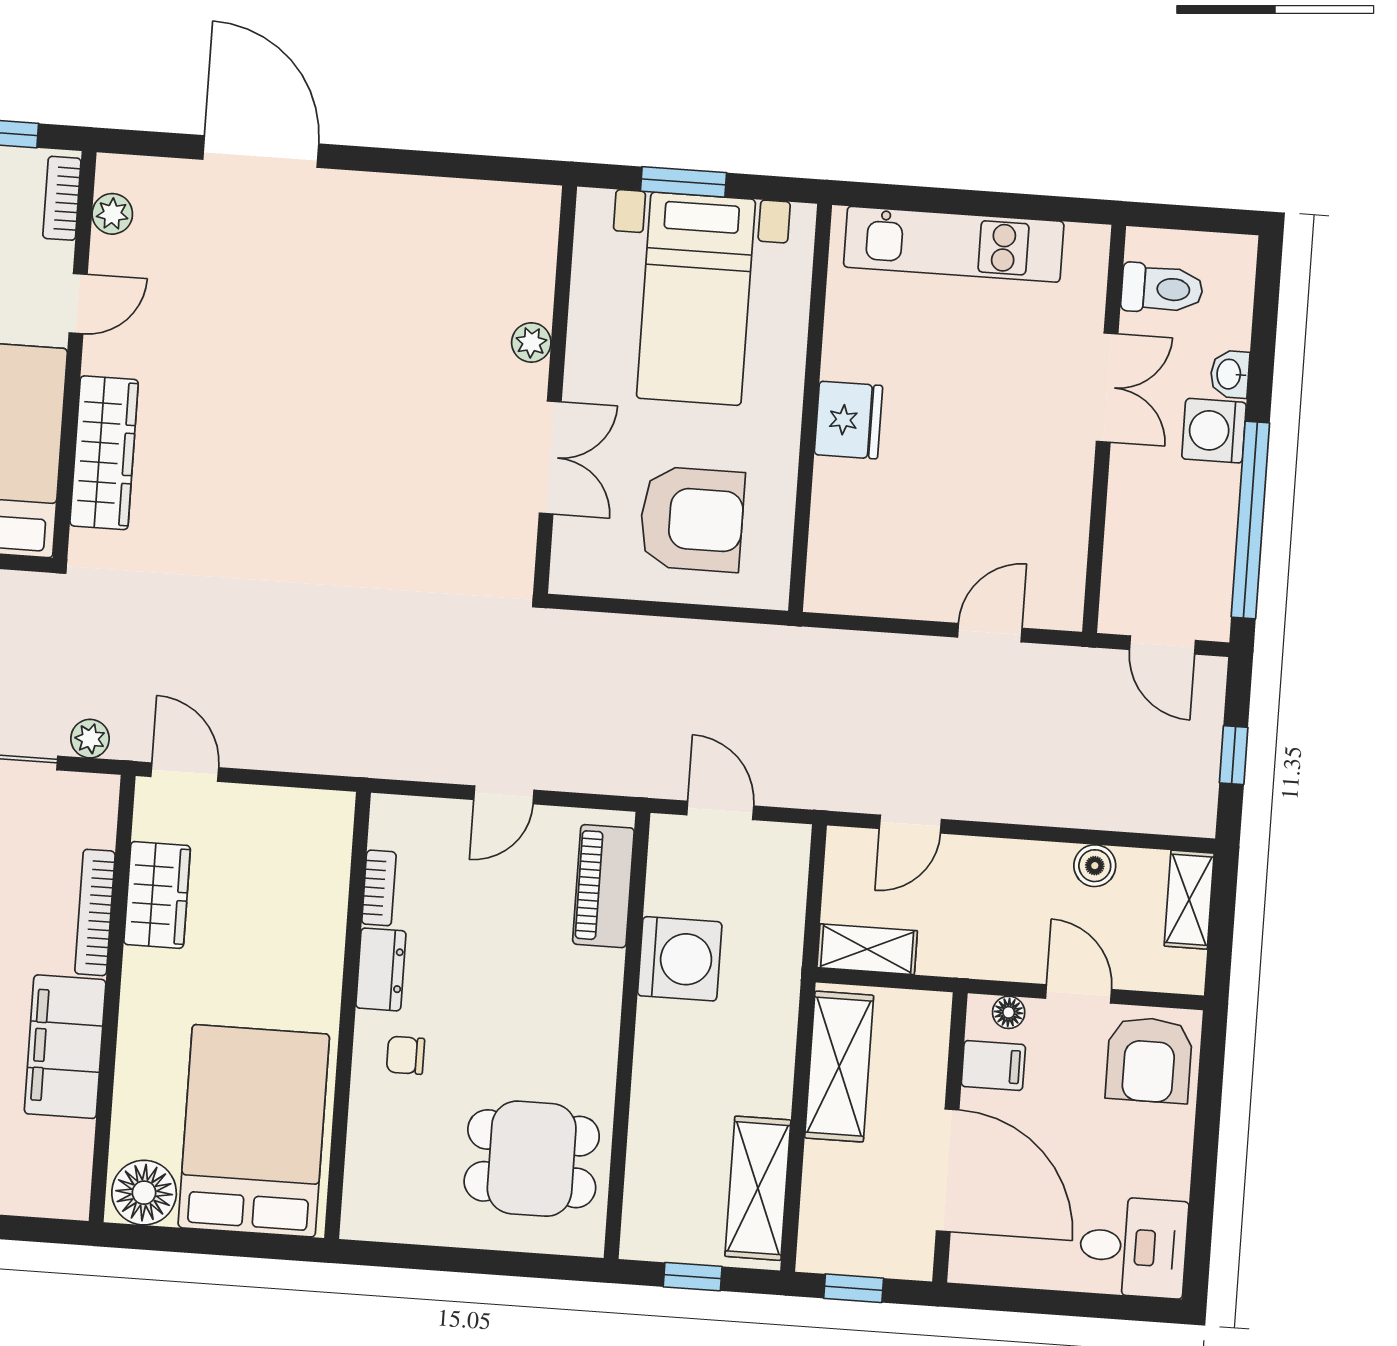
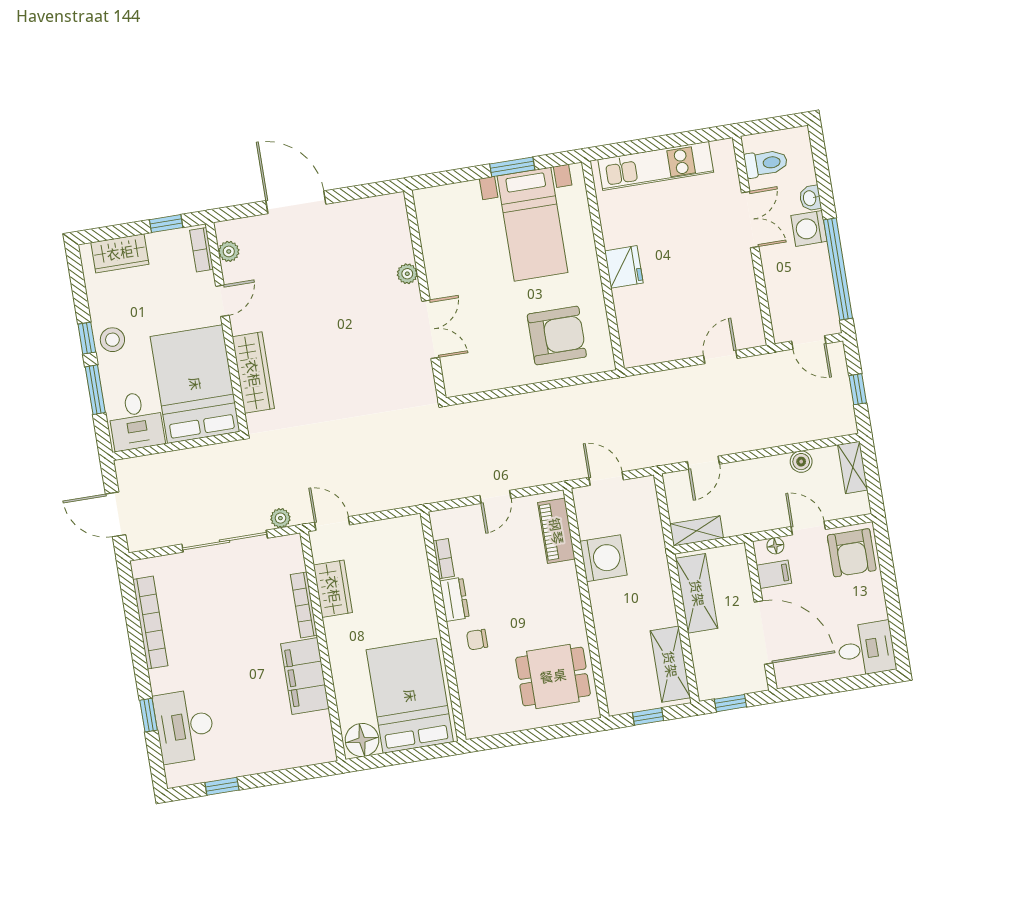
plant: (531, 342) -> (407, 274), moved
wall: (555, 390) -> (425, 295), moved
double door: (550, 458) -> (431, 329), moved

